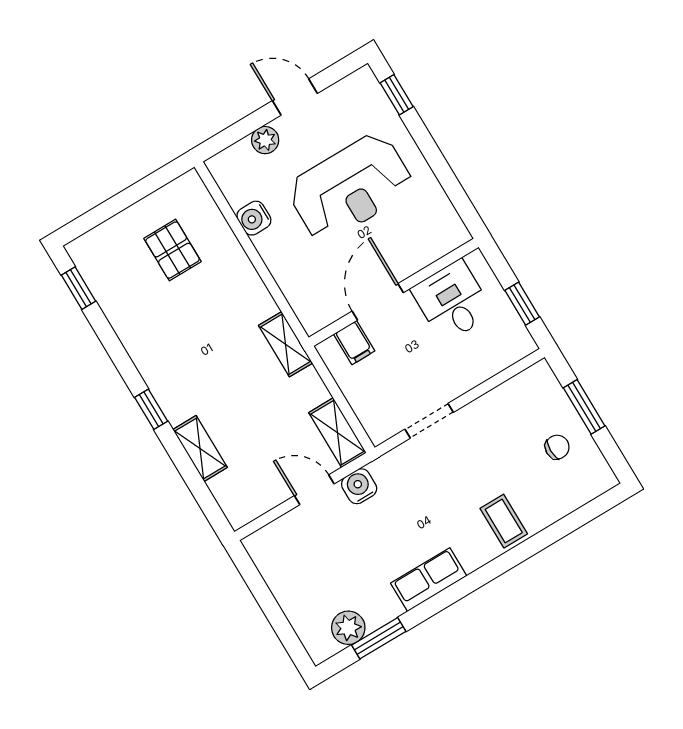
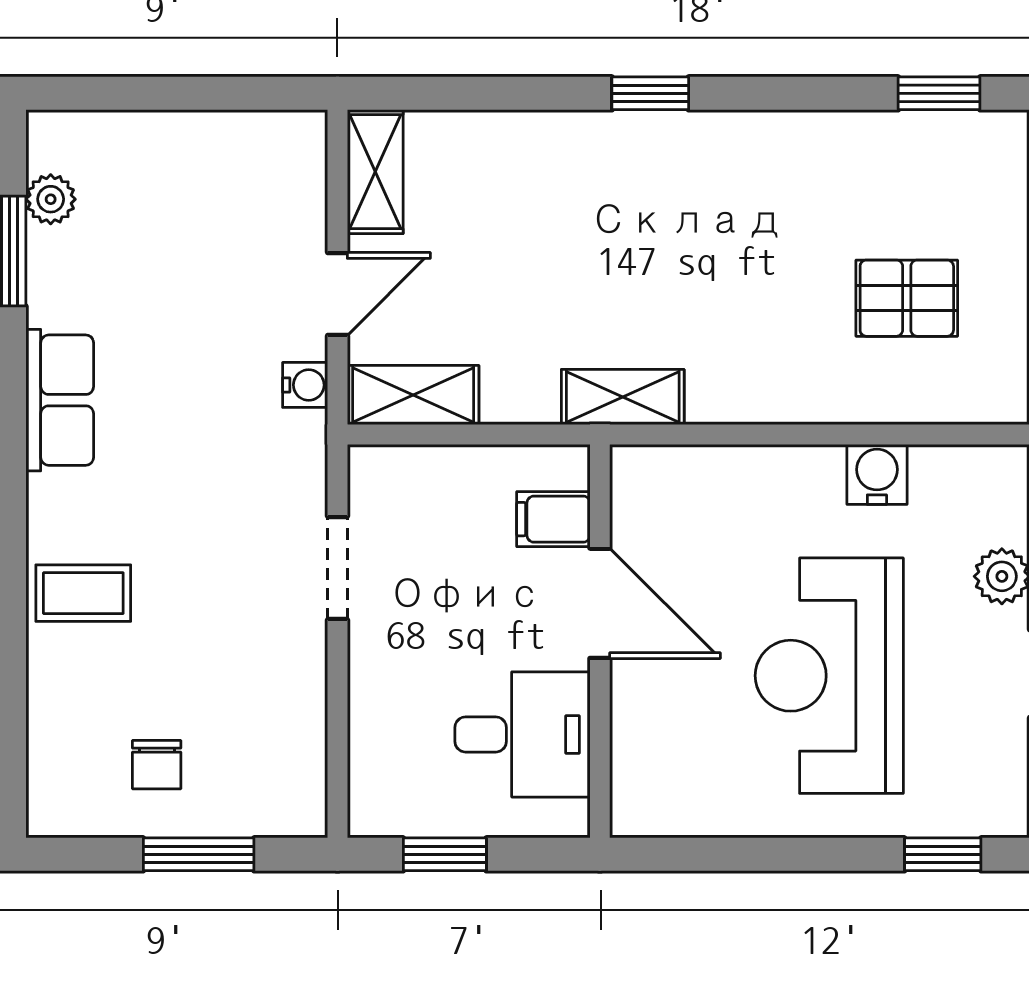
shelving: (200, 448) -> (375, 172), moved, turned 90
water cooler: (359, 486) -> (305, 385), width x0.72, depth x0.72
plant: (348, 628) -> (51, 199), width x0.73, depth x0.73

